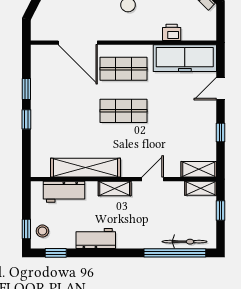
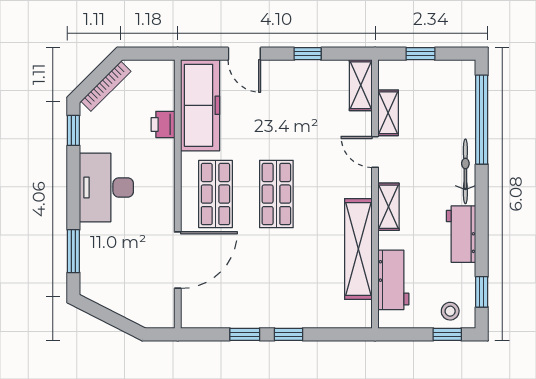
shelving: (201, 188) -> (388, 113), moved
bicycle: (185, 242) -> (465, 171), moved

